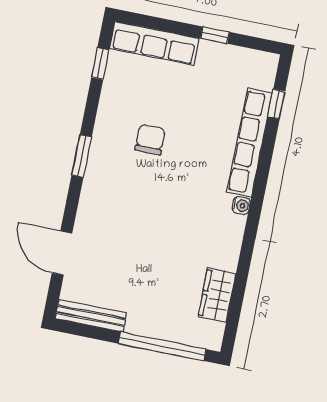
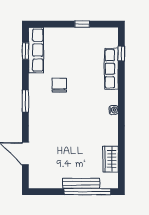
row of seats: (154, 43) -> (36, 50), moved, turned -90
row of seats: (250, 142) -> (111, 69), width x0.73
bench: (91, 316) -> (81, 183), moved

